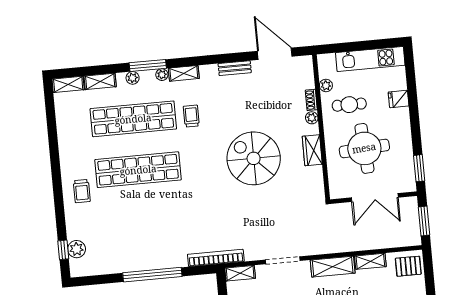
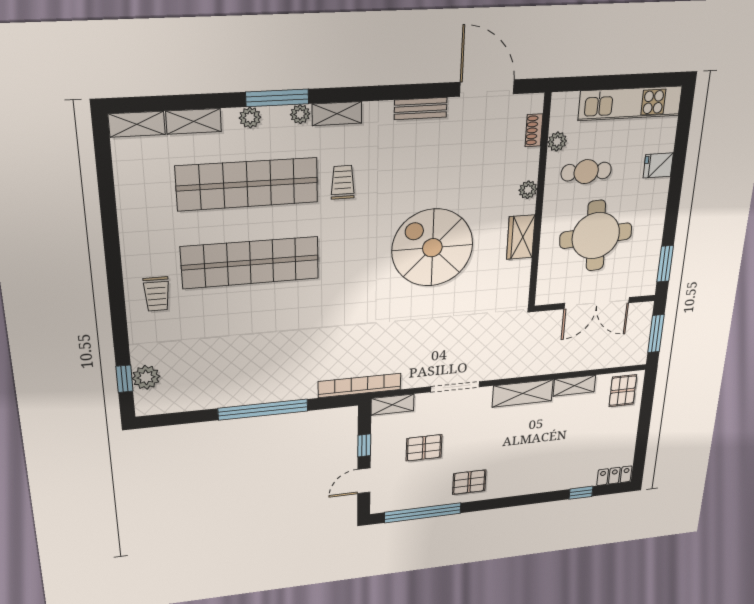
shoe rack: (311, 100) -> (534, 130), moved
pallet: (408, 266) -> (623, 391), turned 90

